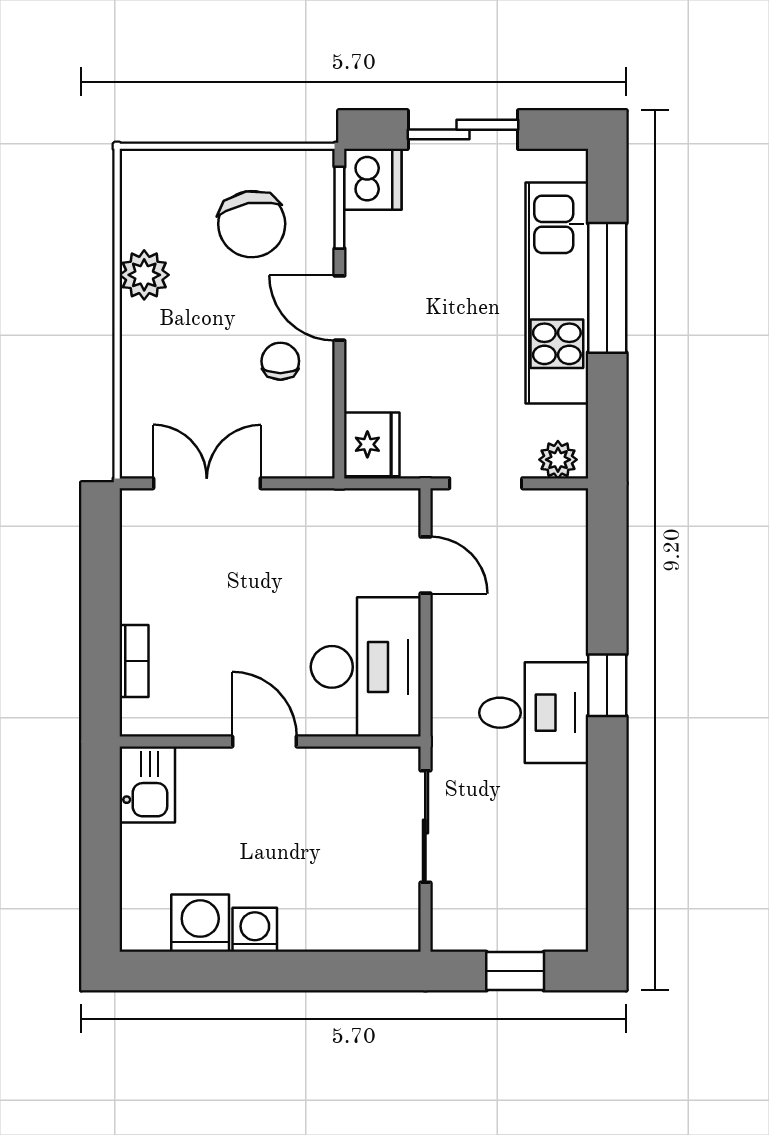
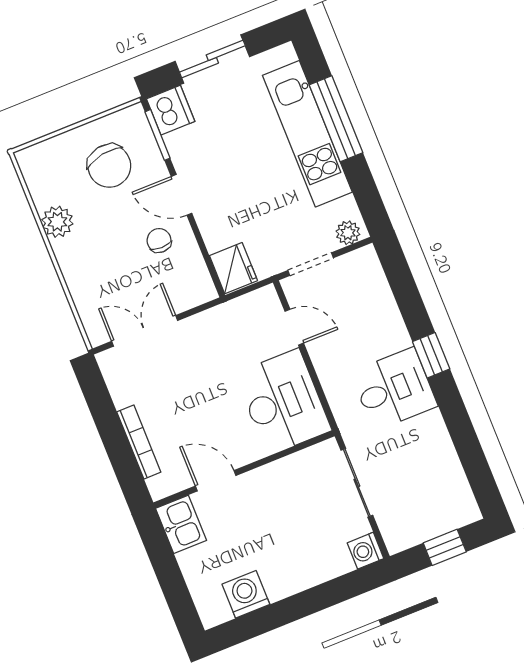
bookcase: (134, 661) -> (139, 442), width x1.56
door: (264, 742) -> (216, 481), moved
washing machine: (255, 930) -> (366, 551), moved, turned -90

